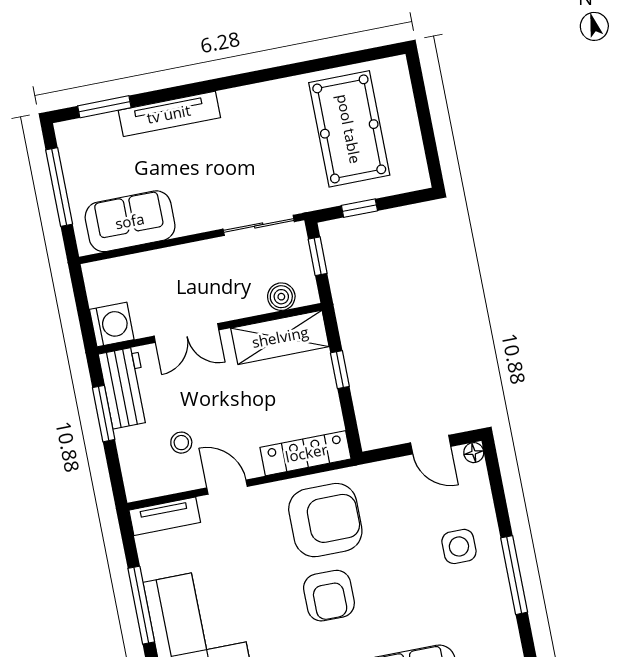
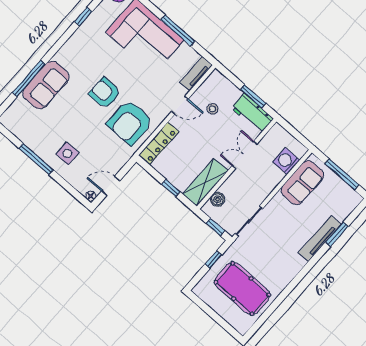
window: (104, 107) -> (337, 234), moved
washing machine: (112, 324) -> (286, 161), moved, turned 90

